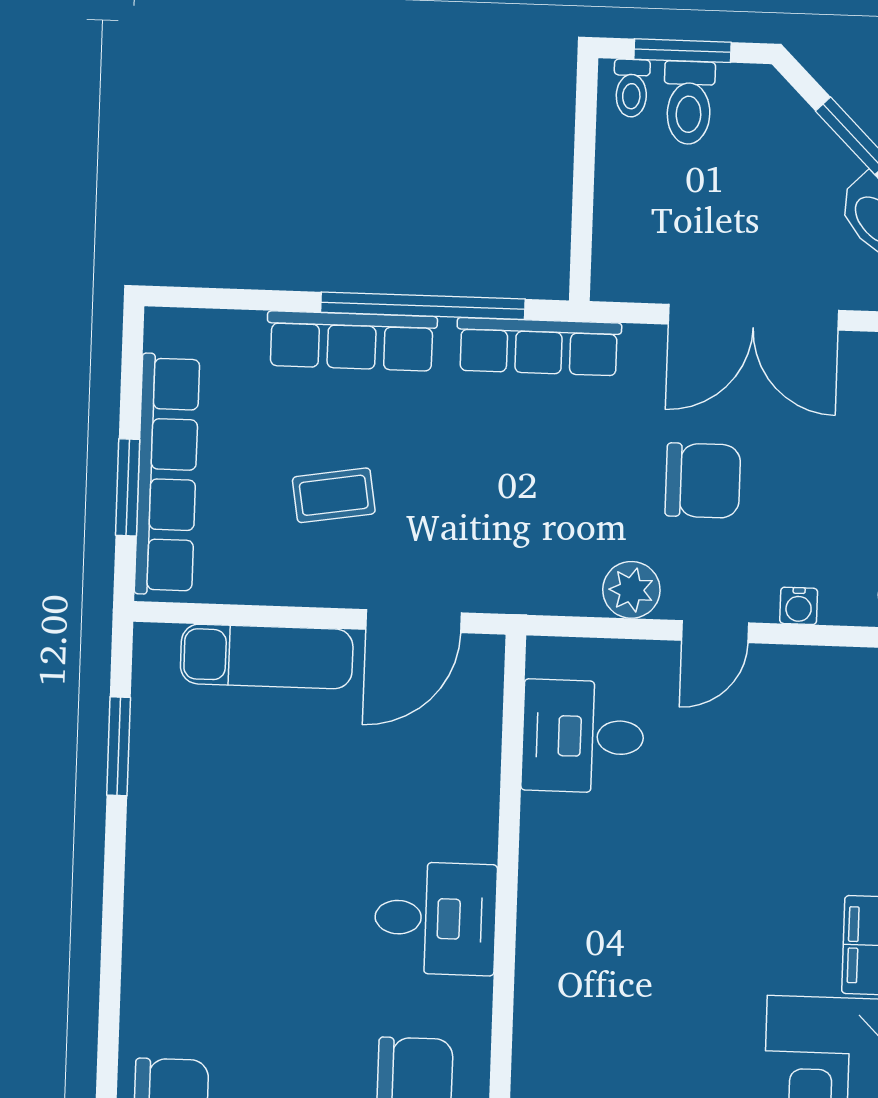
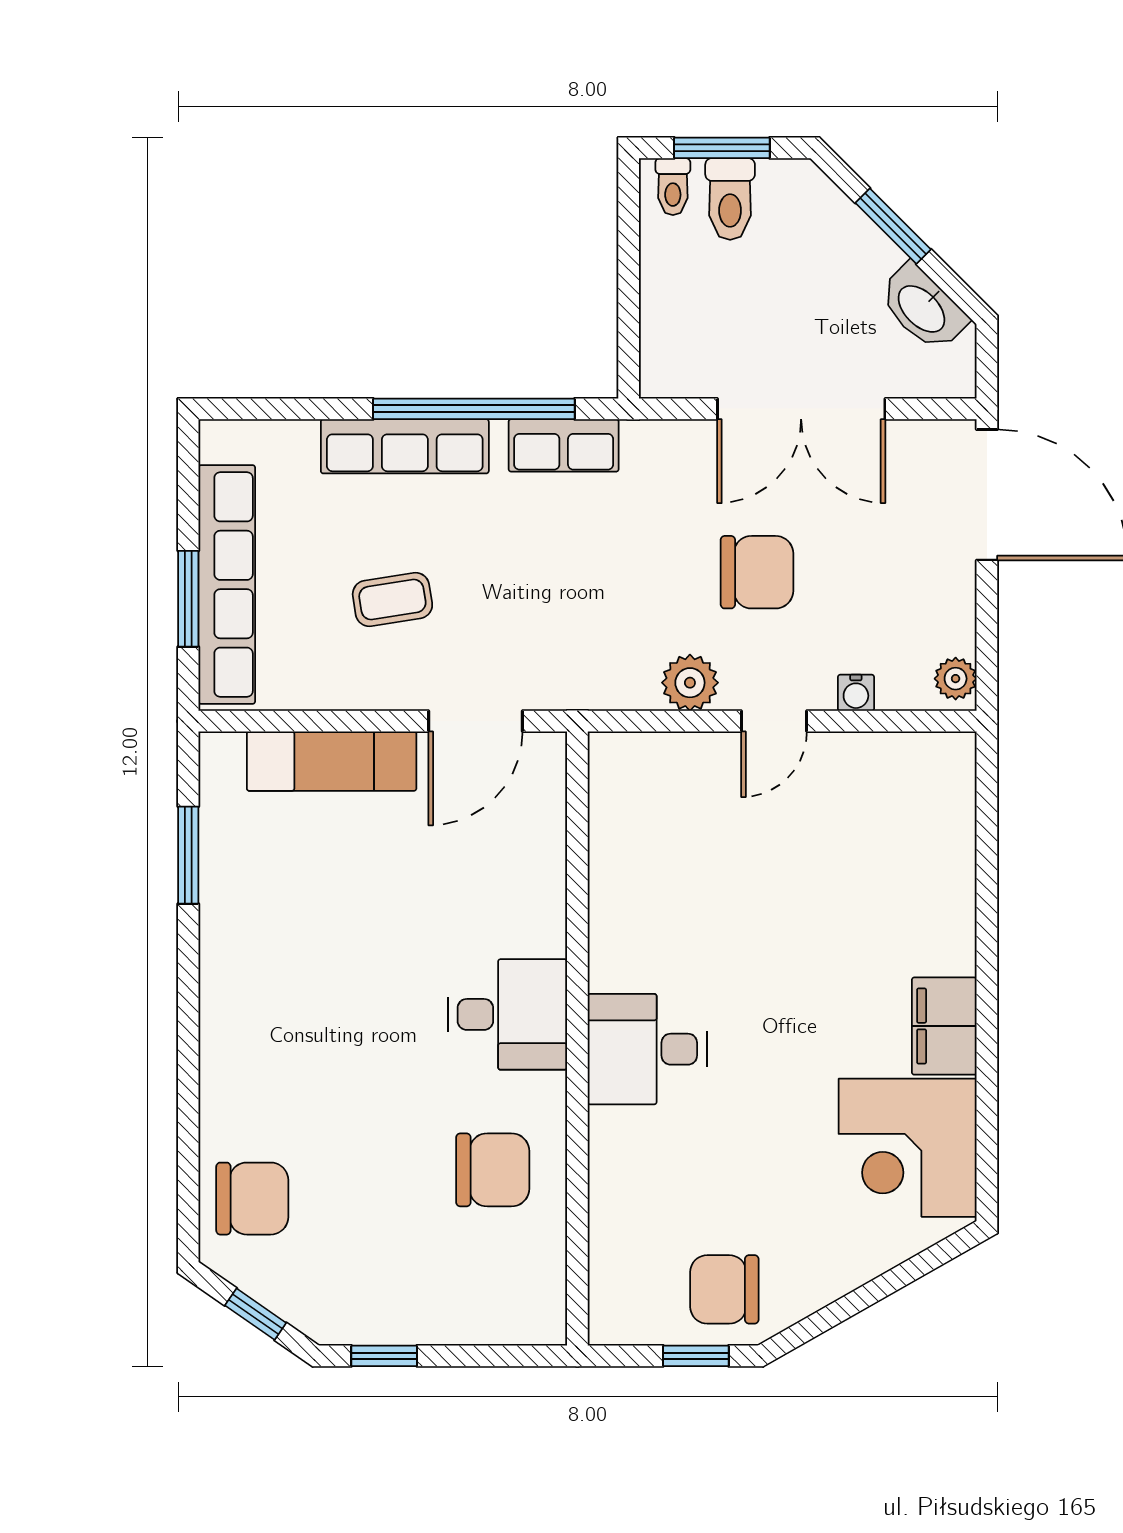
row of seats: (539, 347) -> (564, 445), width x0.68
desk: (583, 736) -> (647, 1049), moved

